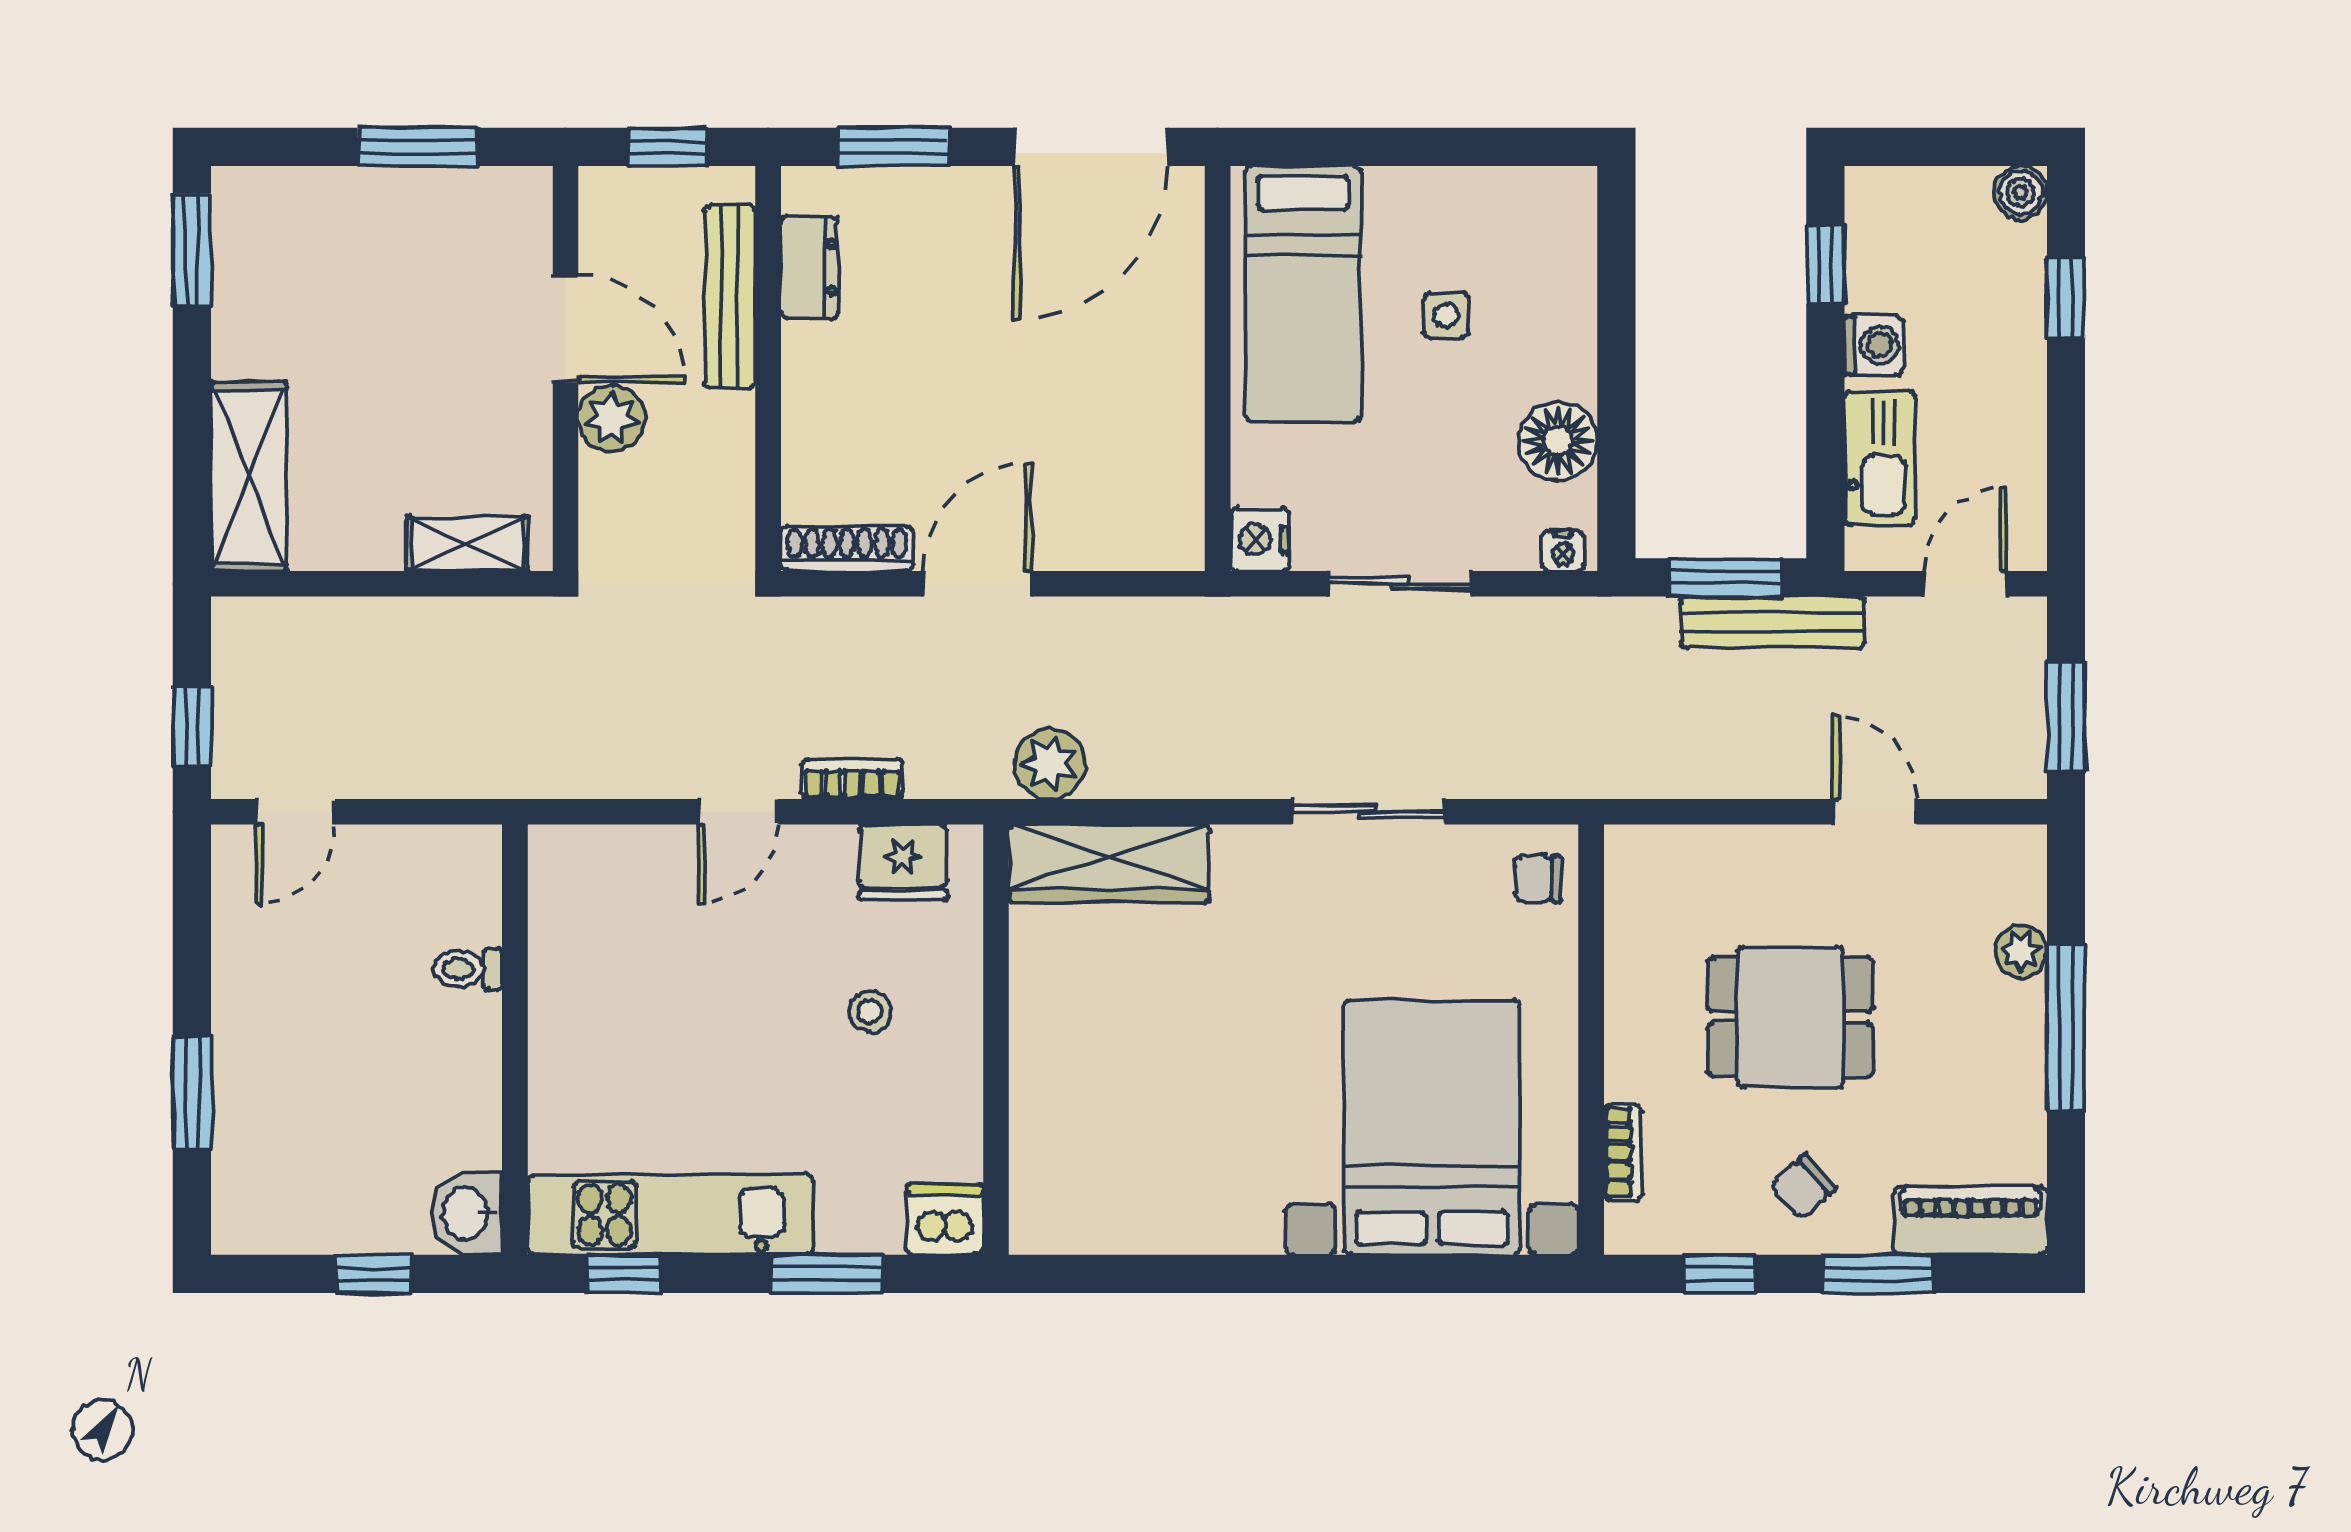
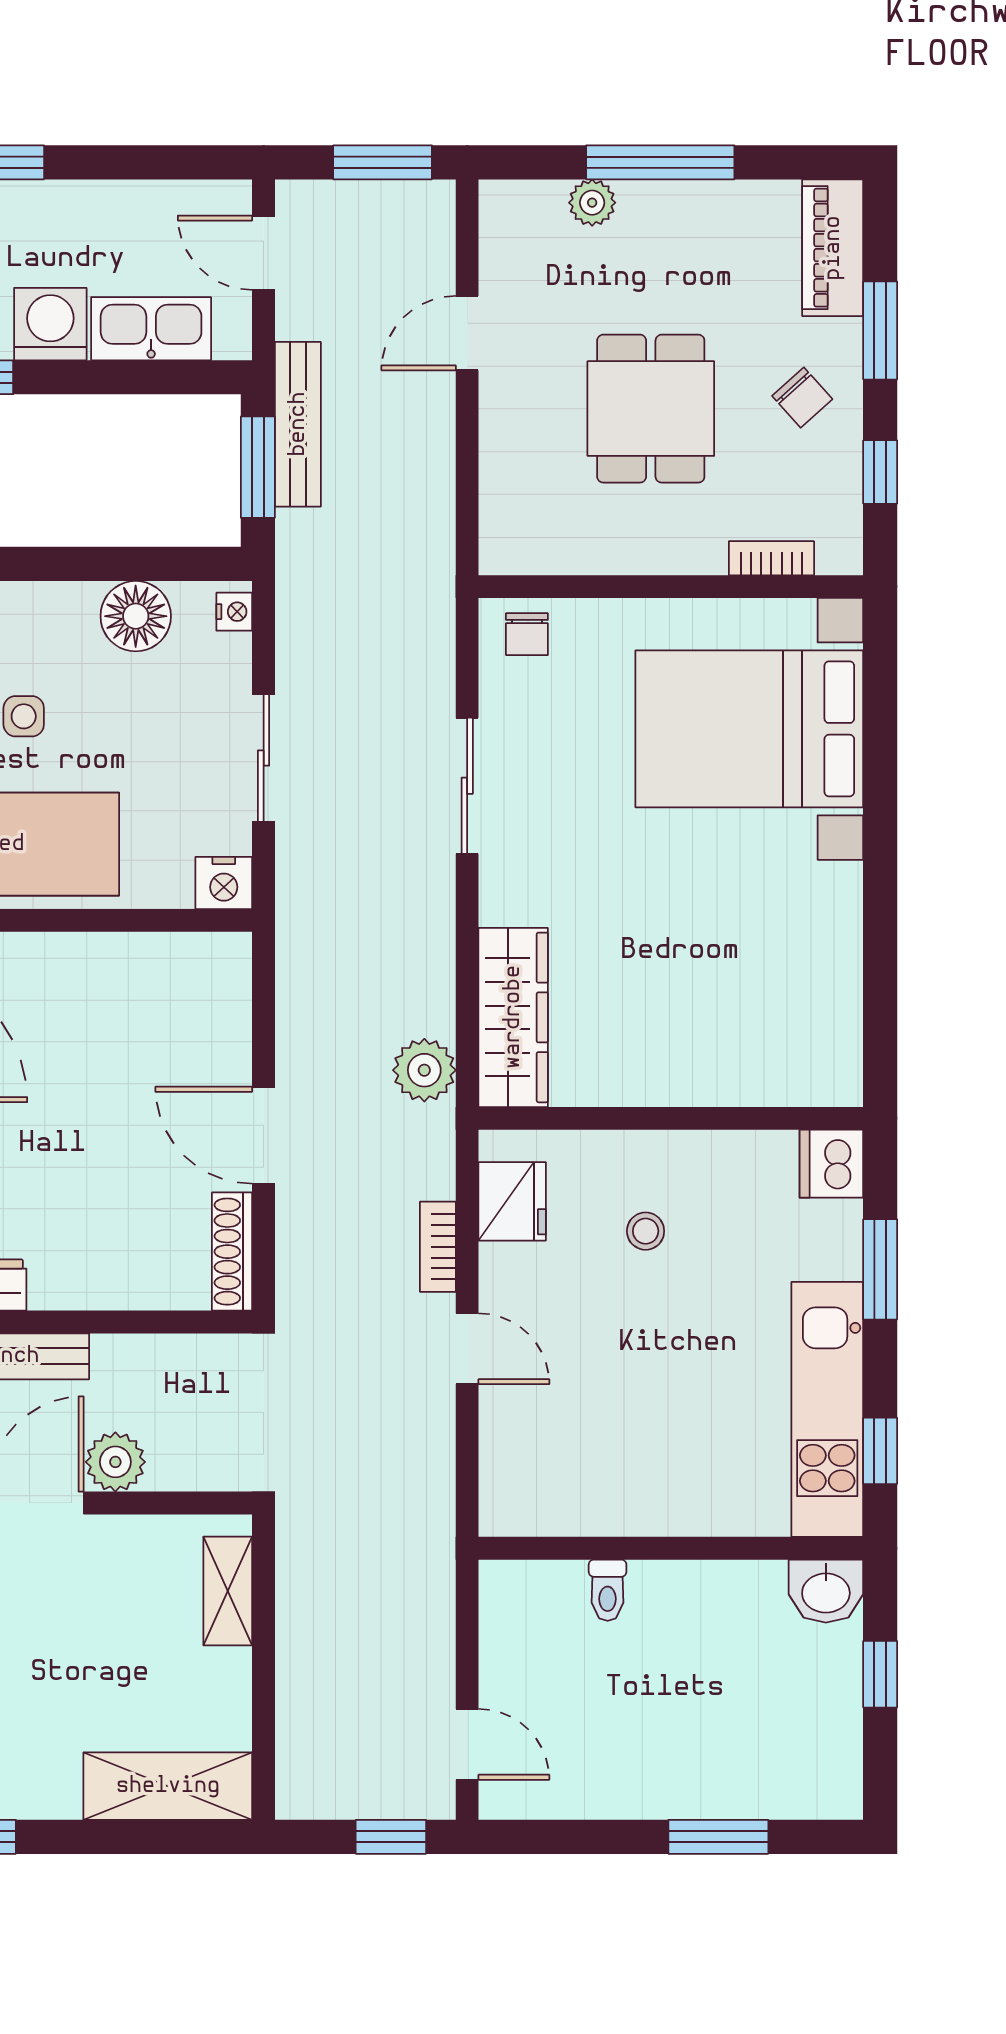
washing machine: (1874, 345) -> (50, 324), width x1.38, depth x1.38

